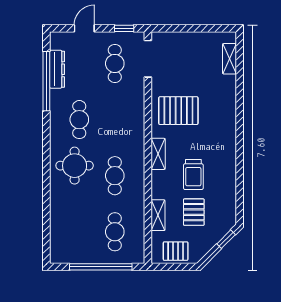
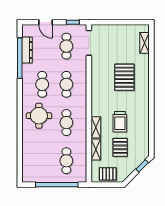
door: (84, 28) -> (46, 22), swing flipped
pallet: (178, 111) -> (124, 77), moved, turned 90
cafe table: (115, 120) -> (66, 84), added
shelving: (158, 154) -> (96, 127), moved

